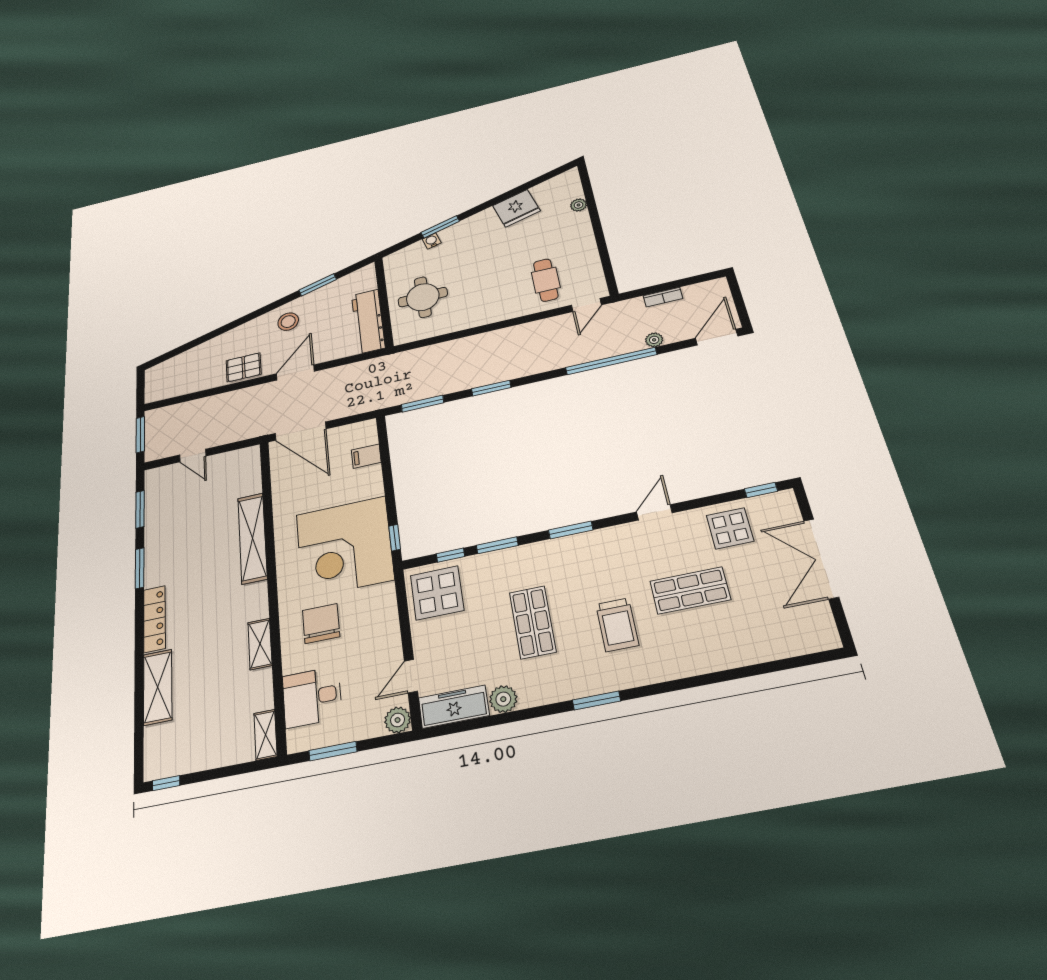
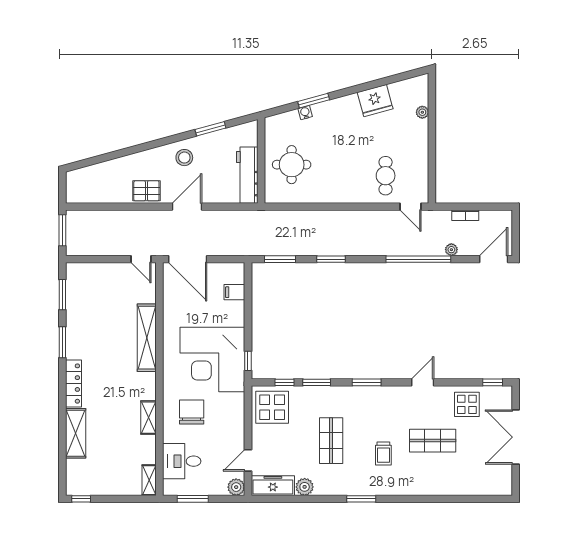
door: (586, 305) -> (411, 207), hinge flipped
door: (193, 456) -> (141, 259), moved
trolley: (617, 625) -> (383, 453), width x0.73, depth x0.72

